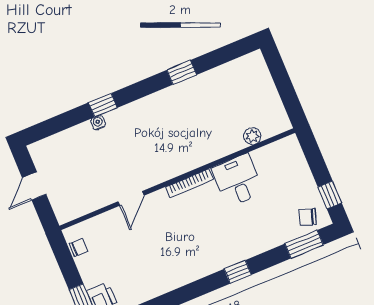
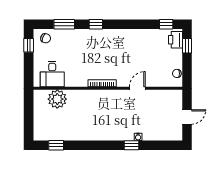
window: (182, 72) -> (56, 145), moved
plant: (252, 136) -> (57, 99), width x1.87, depth x1.87
desk: (238, 180) -> (52, 74), moved
window: (304, 244) -> (64, 24), moved

